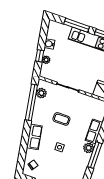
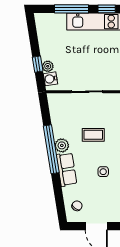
water cooler: (49, 44) -> (50, 79), moved
plant: (41, 93) -> (62, 145), moved
window: (31, 102) -> (51, 149), moved

